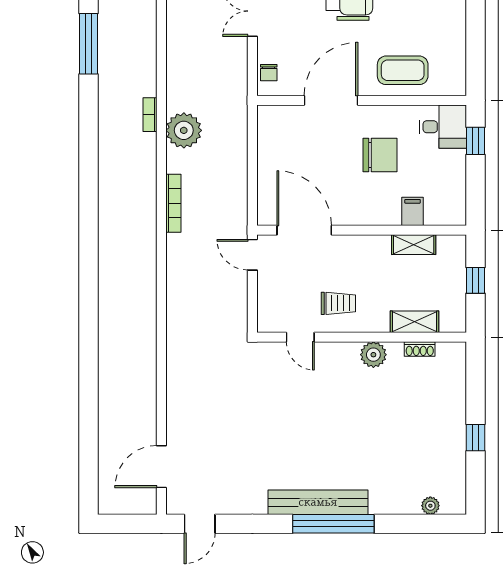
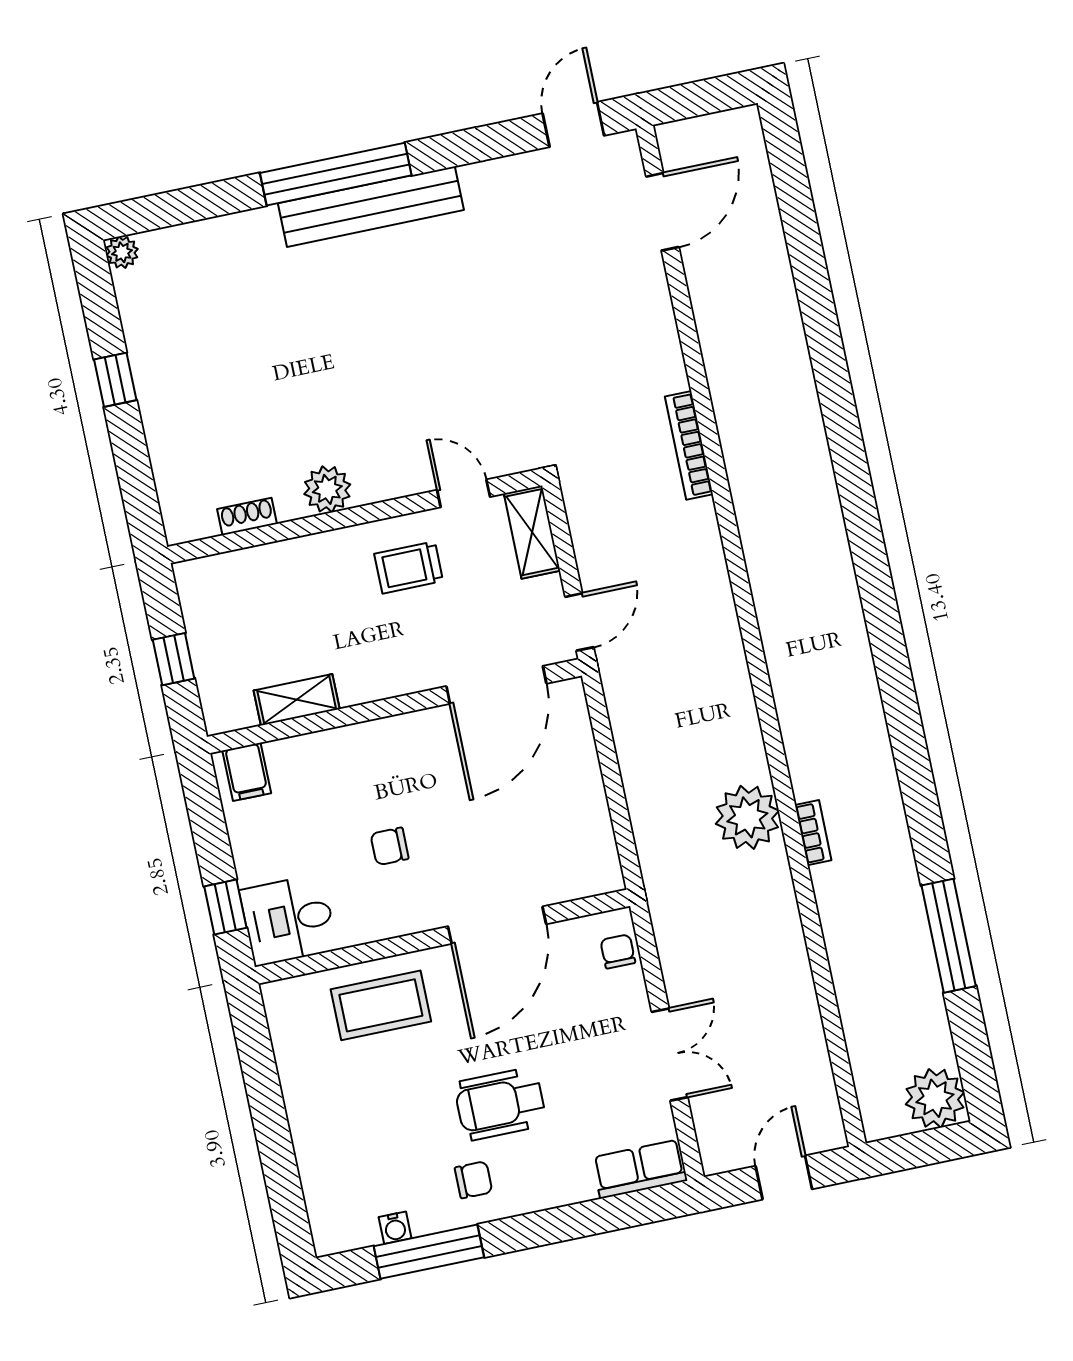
chair: (380, 155) -> (390, 846), width x0.54, depth x0.54
bookcase: (173, 203) -> (689, 445), moved
filing cabinet: (413, 211) -> (247, 772), moved
door: (304, 230) -> (496, 685), hinge flipped
door: (252, 255) -> (579, 622), hinge flipped
shelving: (414, 322) -> (532, 532), moved, turned 90
plant: (430, 506) -> (122, 252), moved

